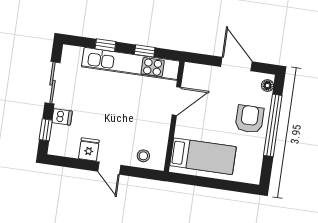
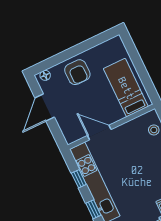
armchair: (249, 119) -> (77, 72), turned -90
window: (273, 125) -> (71, 53), removed

